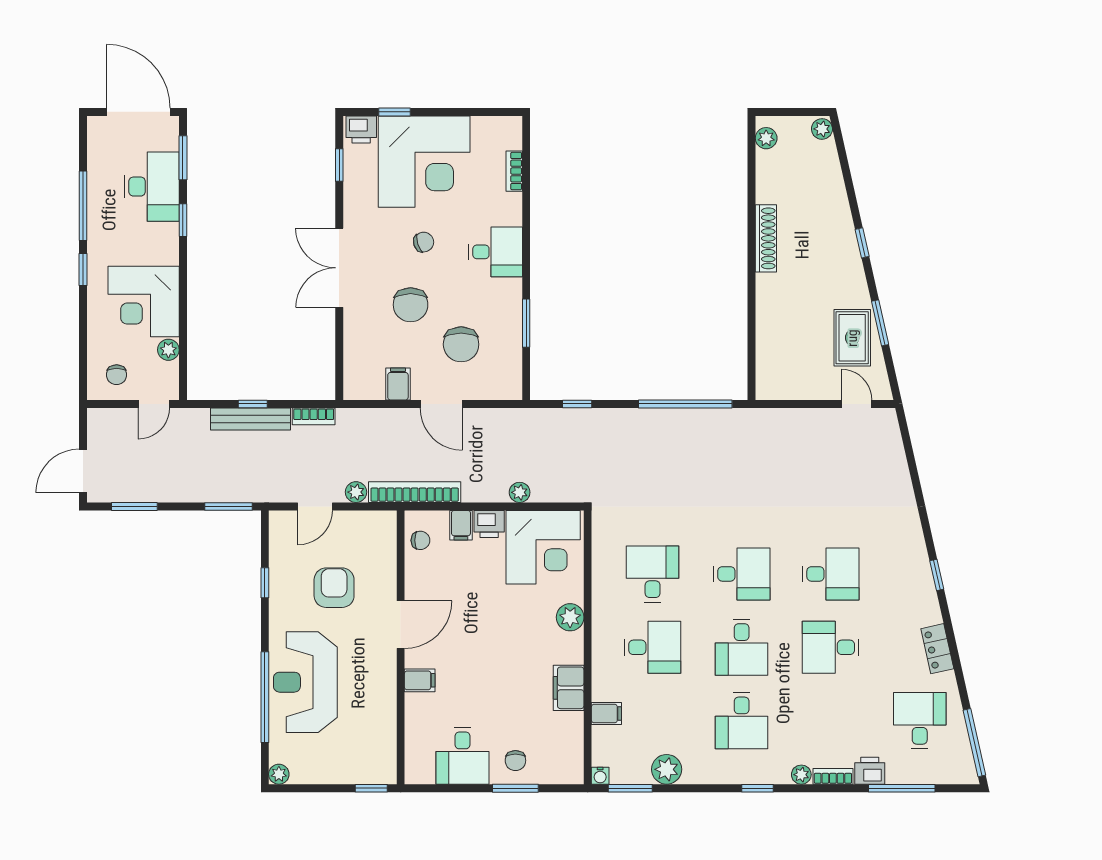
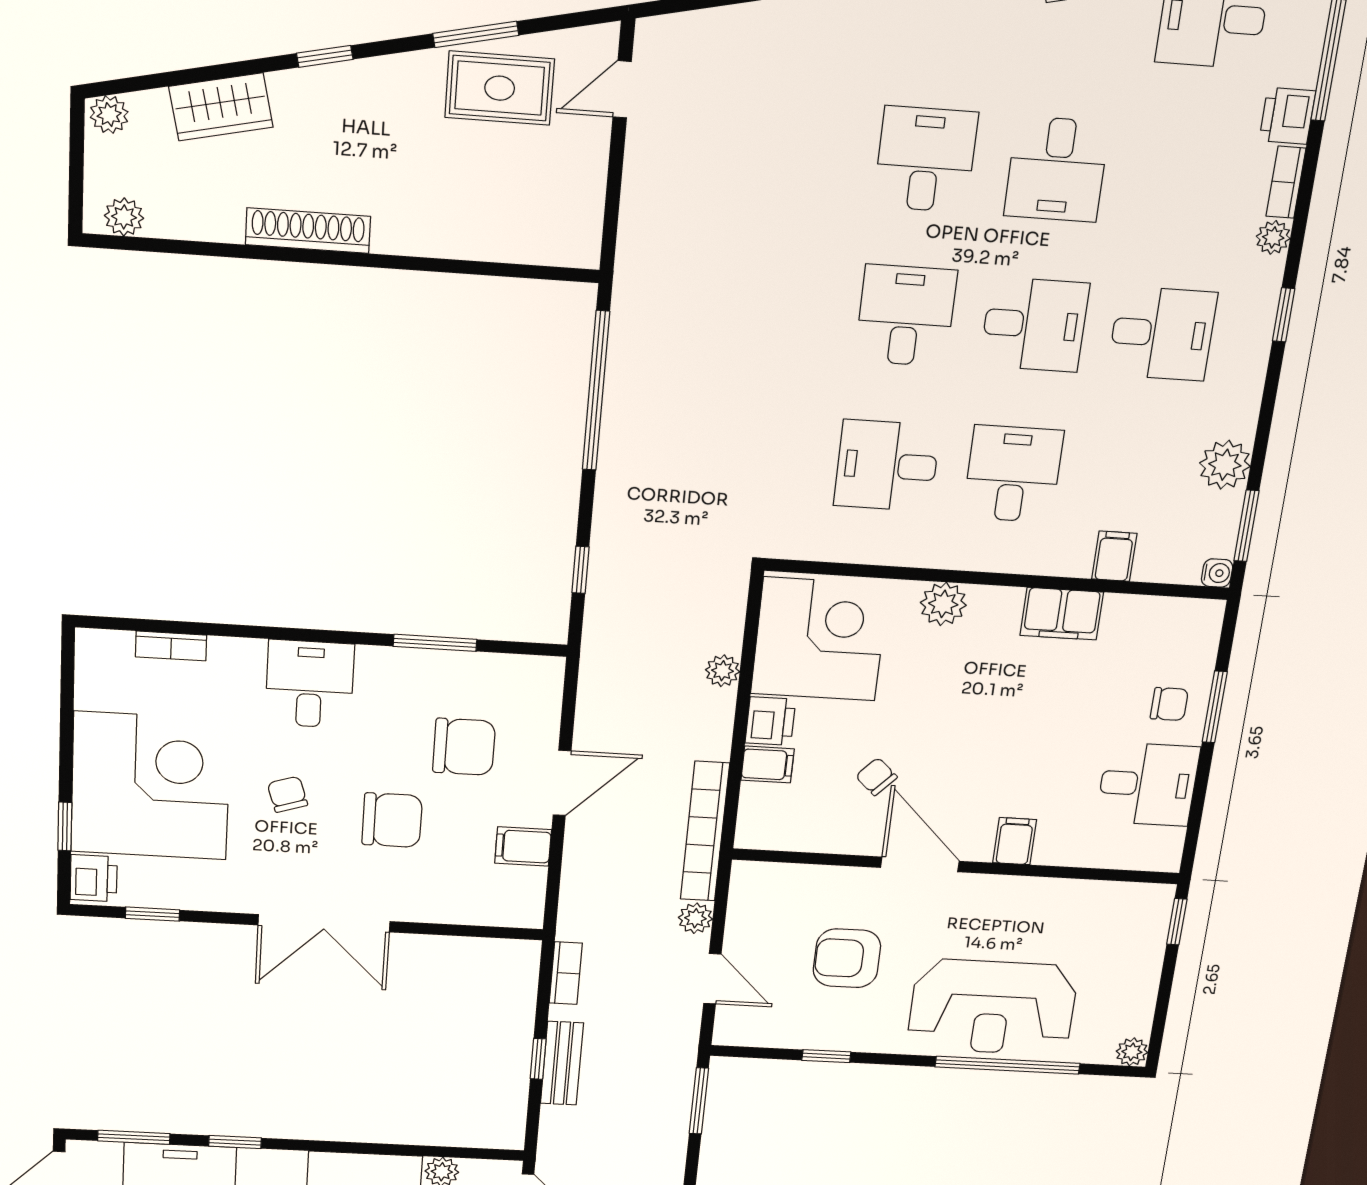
wardrobe: (831, 189) -> (221, 107), added
bench: (251, 419) -> (562, 1063), width x0.73
chair: (420, 540) -> (876, 777), moved, turned -47

